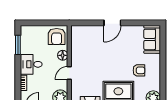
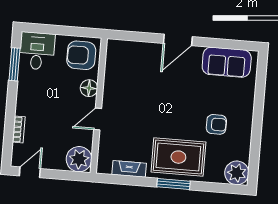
armchair: (57, 36) -> (81, 55), turned 90
sofa: (152, 39) -> (227, 62), moved, turned -90
desk: (31, 64) -> (37, 51), moved, turned 90

